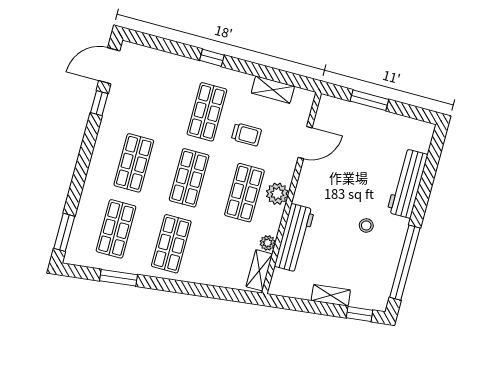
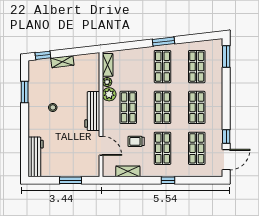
shop shelf: (152, 97) -> (197, 148), added
door: (305, 143) -> (101, 146), swing flipped
workbench: (407, 183) -> (36, 157), moved
plant: (277, 194) -> (109, 94), moved
workbench: (295, 238) -> (92, 111), moved
window: (405, 263) -> (25, 92), width x0.47
window: (119, 278) -> (164, 42), moved

